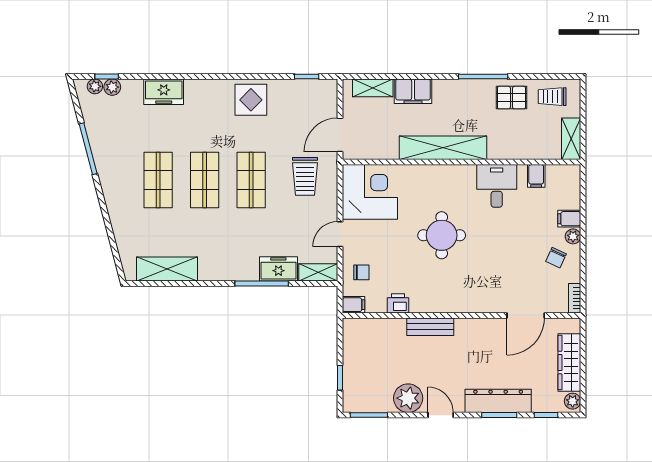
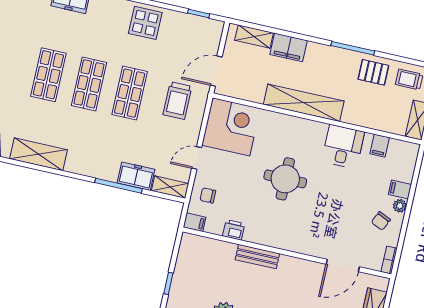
chair: (361, 272) -> (208, 195), turned 180

